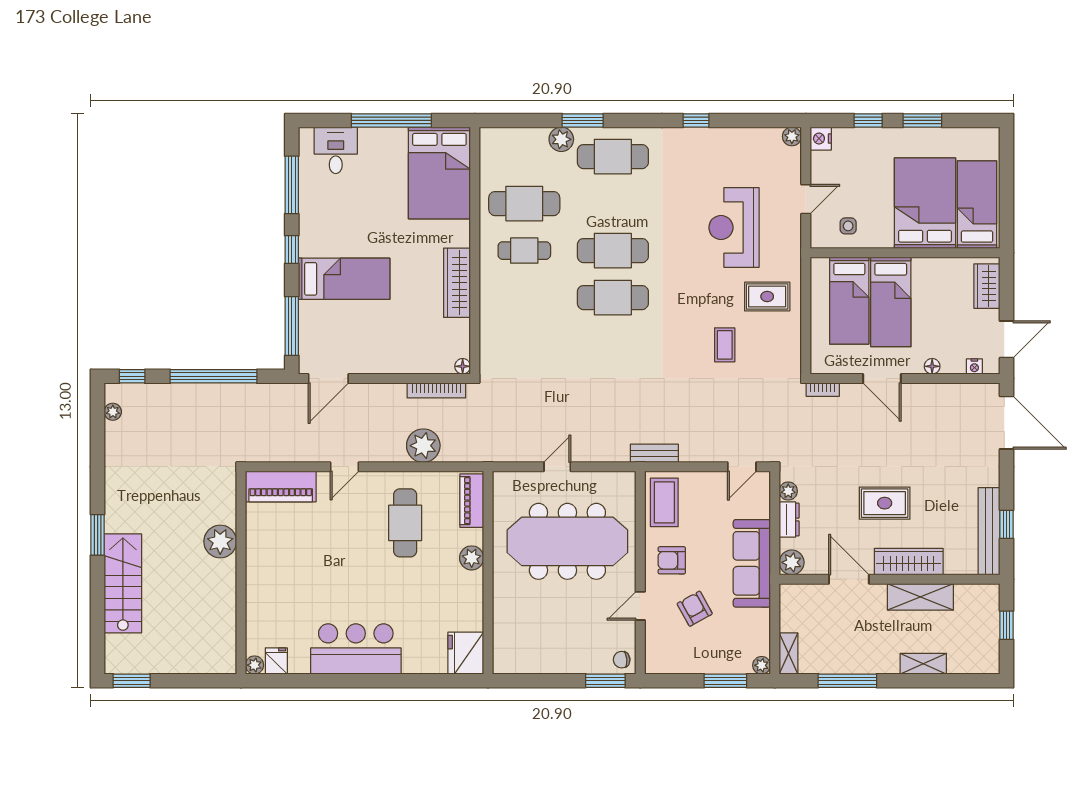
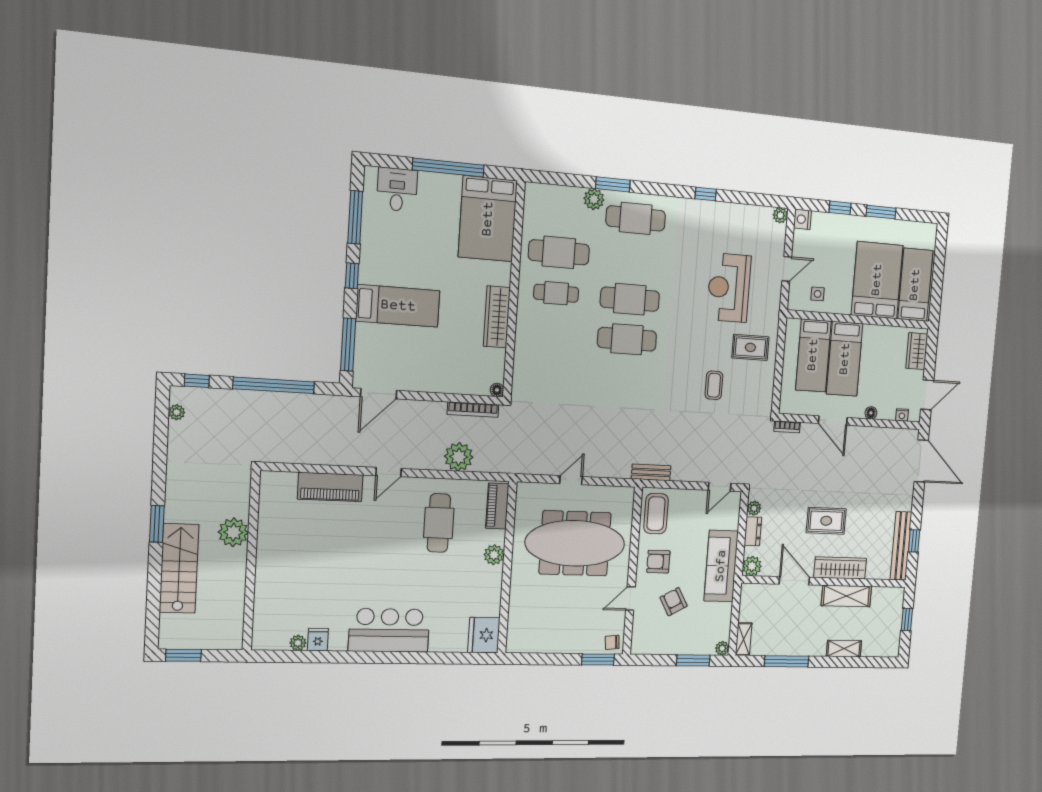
plant: (220, 542) -> (233, 532), moved
wall: (241, 573) -> (251, 561), moved

